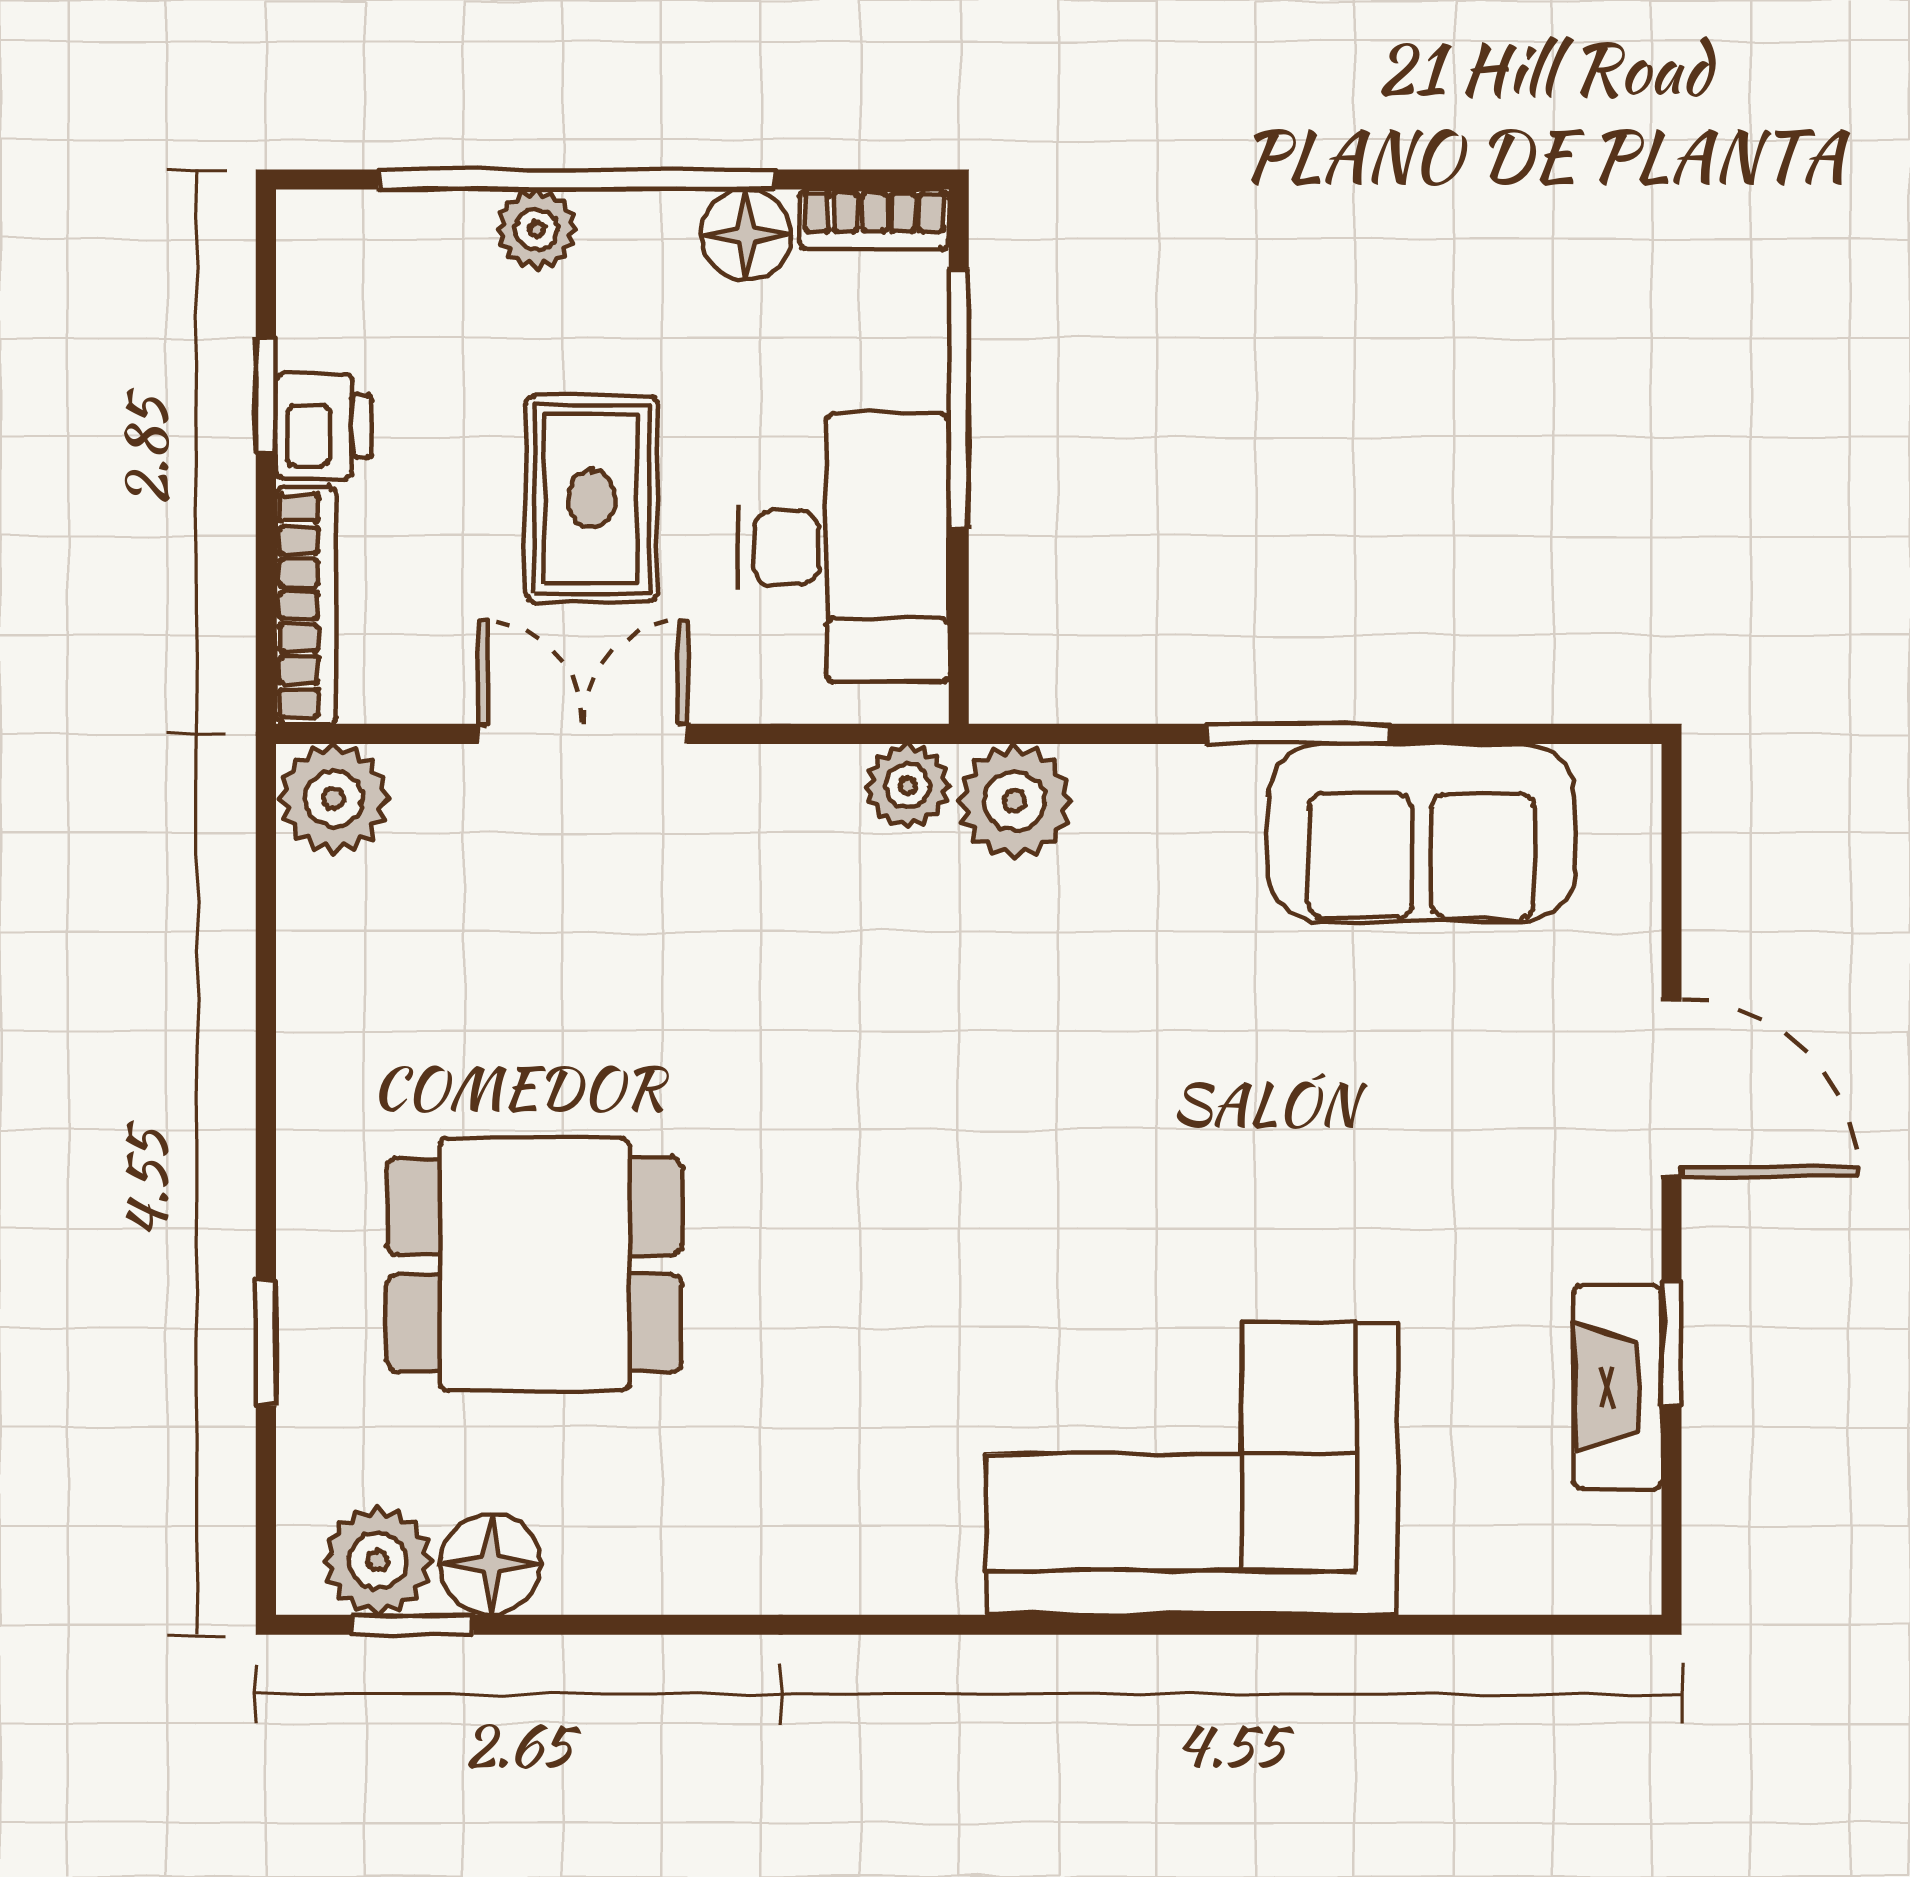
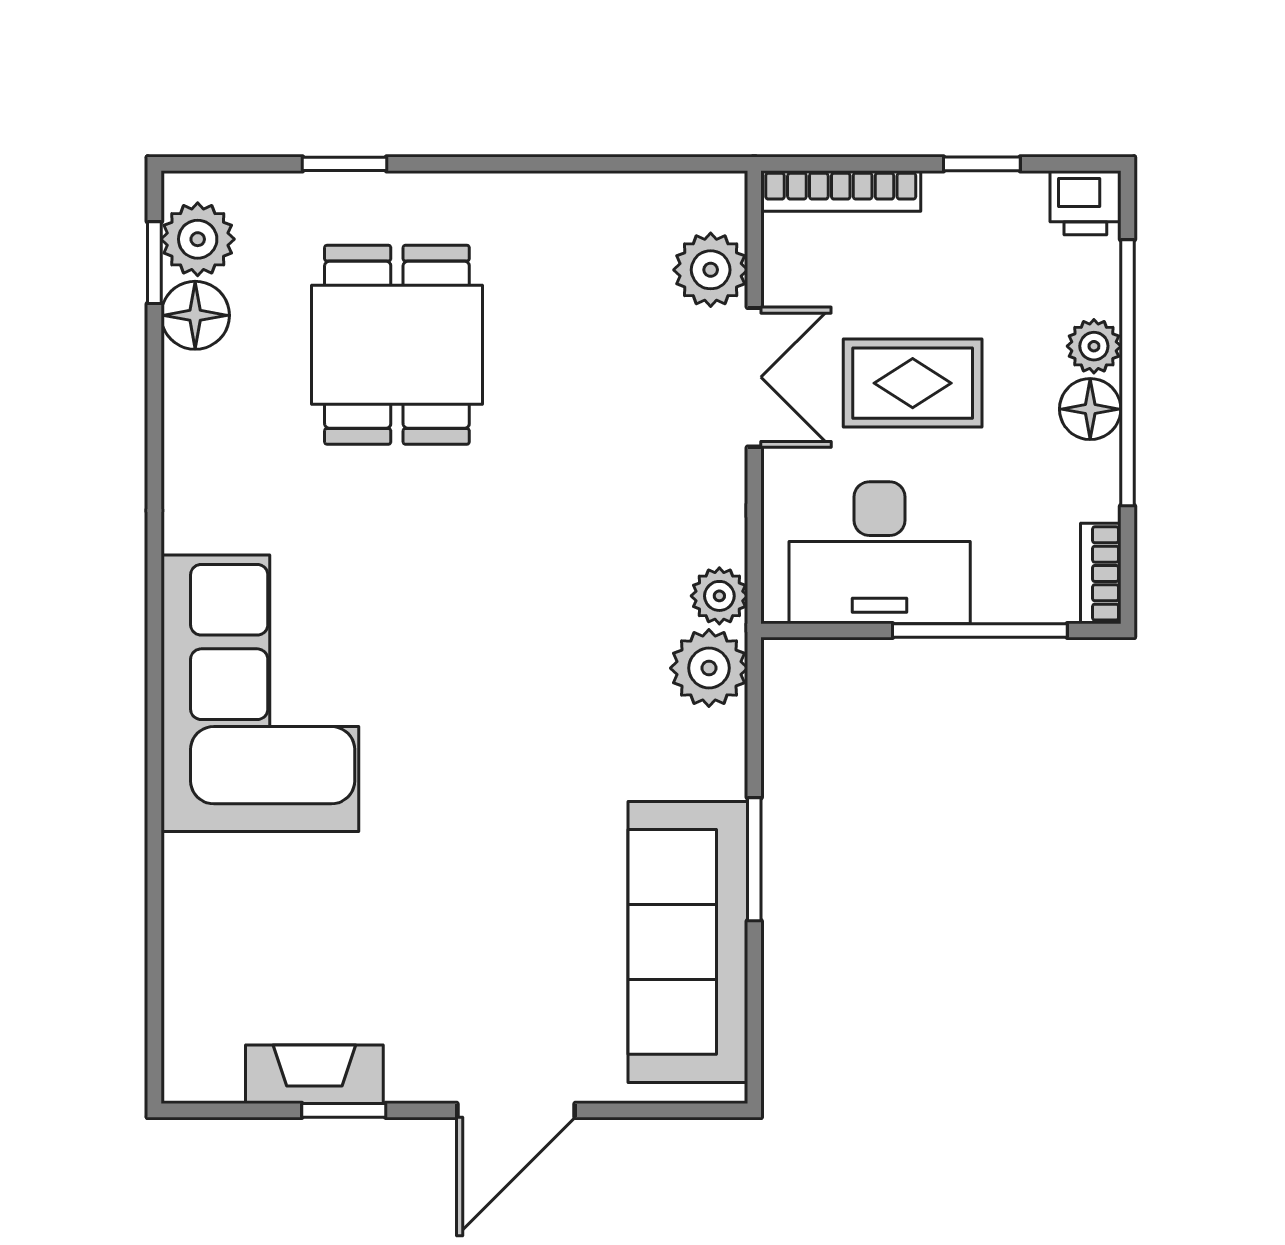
floor lamp: (746, 235) -> (1090, 409), moved
printer: (324, 426) -> (1085, 203), moved
plant: (334, 799) -> (711, 270), moved
sofa: (1421, 833) -> (688, 942), width x1.36
corner sofa: (1192, 1468) -> (260, 693), moved

